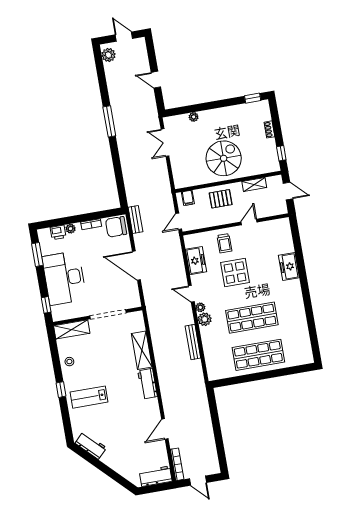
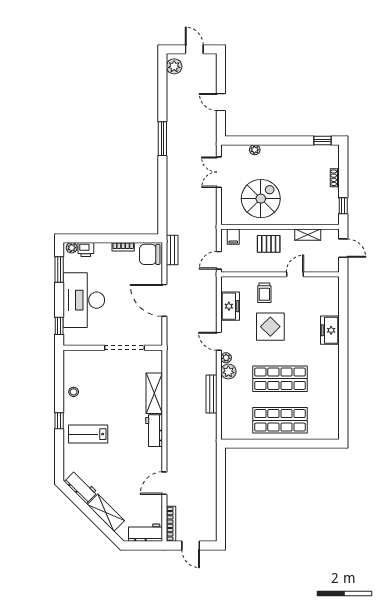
spiral stairs: (224, 158) -> (261, 199), moved
plant: (71, 229) -> (72, 248), moved
shelving: (72, 329) -> (106, 513), moved, turned 45

